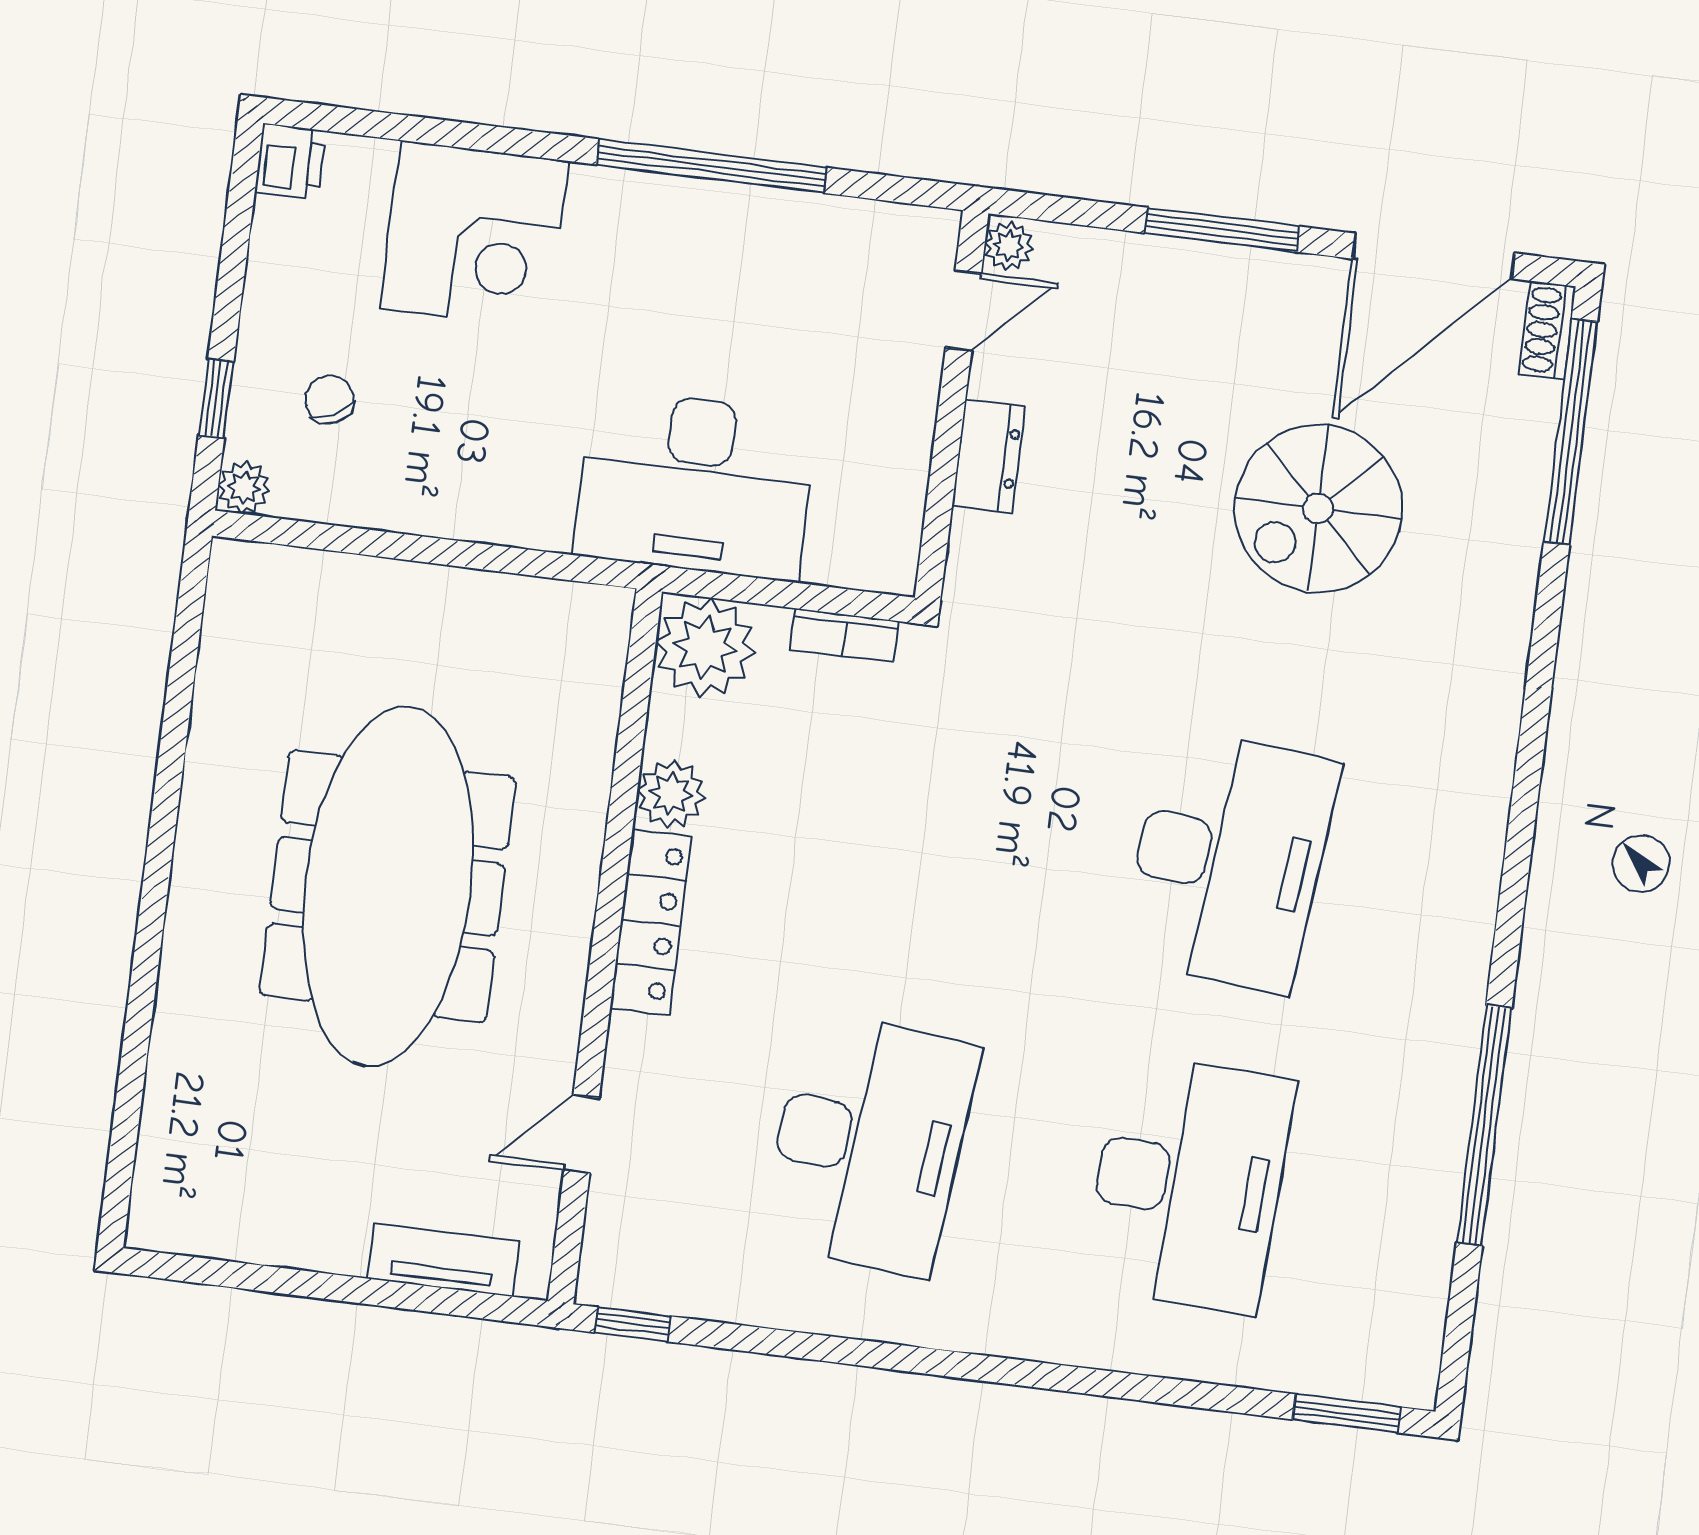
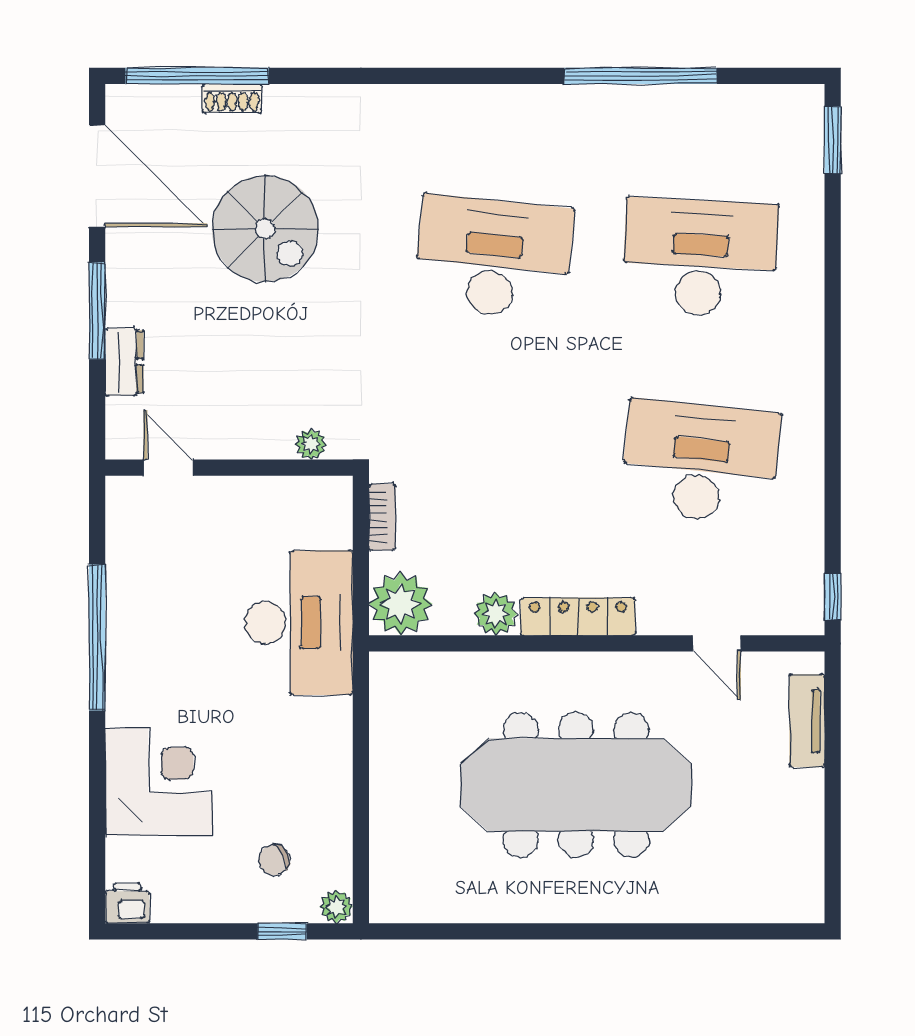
plant: (1009, 246) -> (311, 444), moved
shoe rack: (1547, 330) -> (232, 98), moved
dresser: (988, 456) -> (124, 362), moved, turned 90

